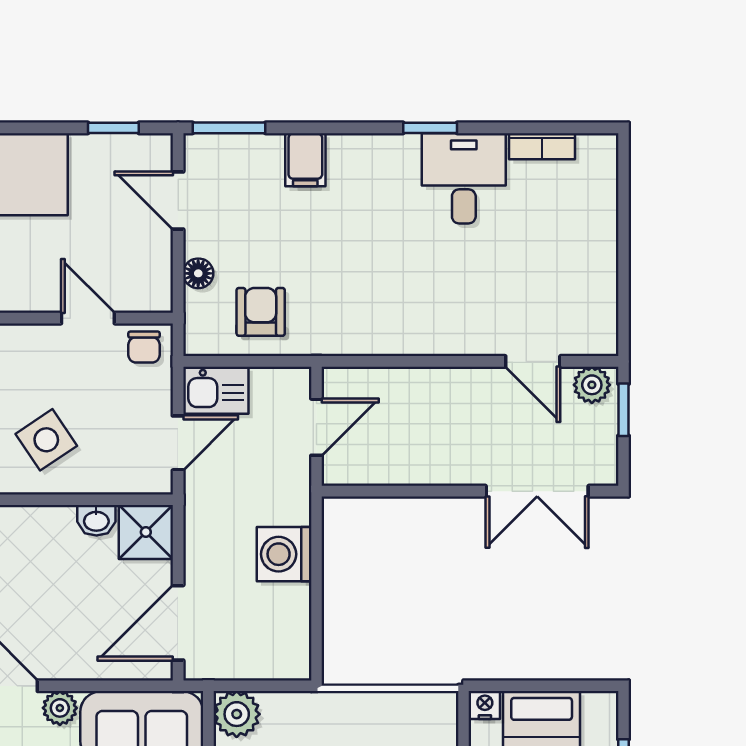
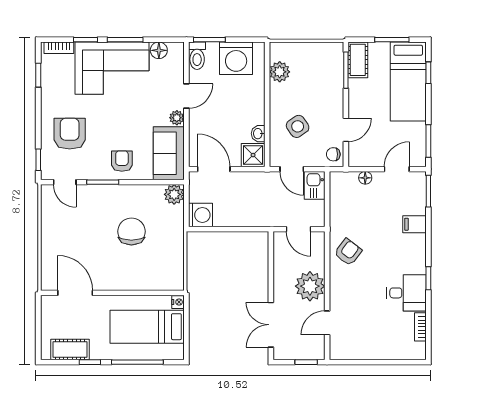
window: (113, 128) -> (428, 141), width x1.50
armchair: (261, 312) -> (348, 252), moved, turned -53
plant: (592, 385) -> (310, 286), moved, width x1.88, depth x1.88
side table: (46, 440) -> (298, 126), moved
washing machine: (284, 554) -> (200, 215), moved, turned 90

